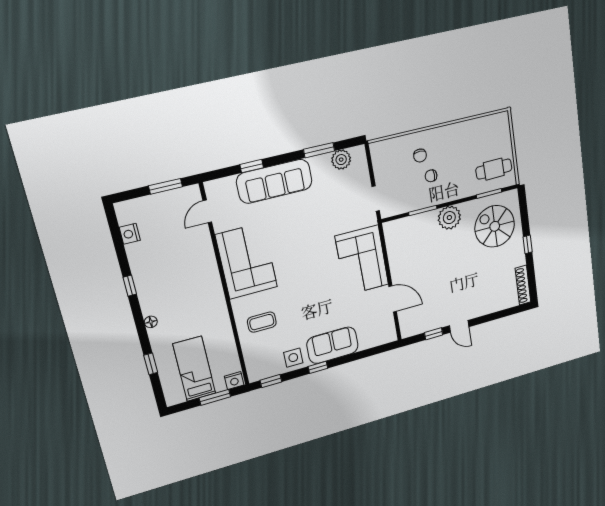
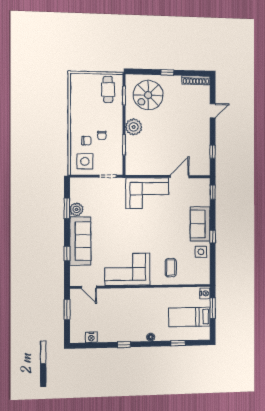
plant: (341, 160) -> (76, 209), moved
side table: (391, 160) -> (85, 161), added
door: (459, 326) -> (213, 111), moved
window: (271, 381) -> (213, 192), moved

